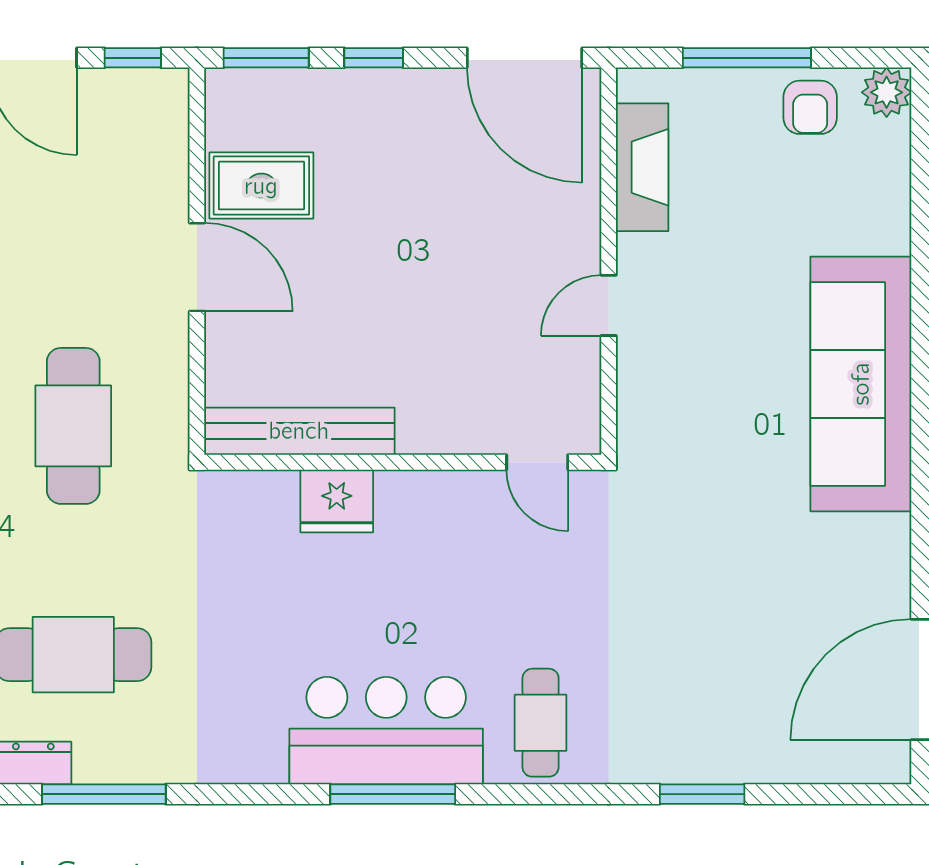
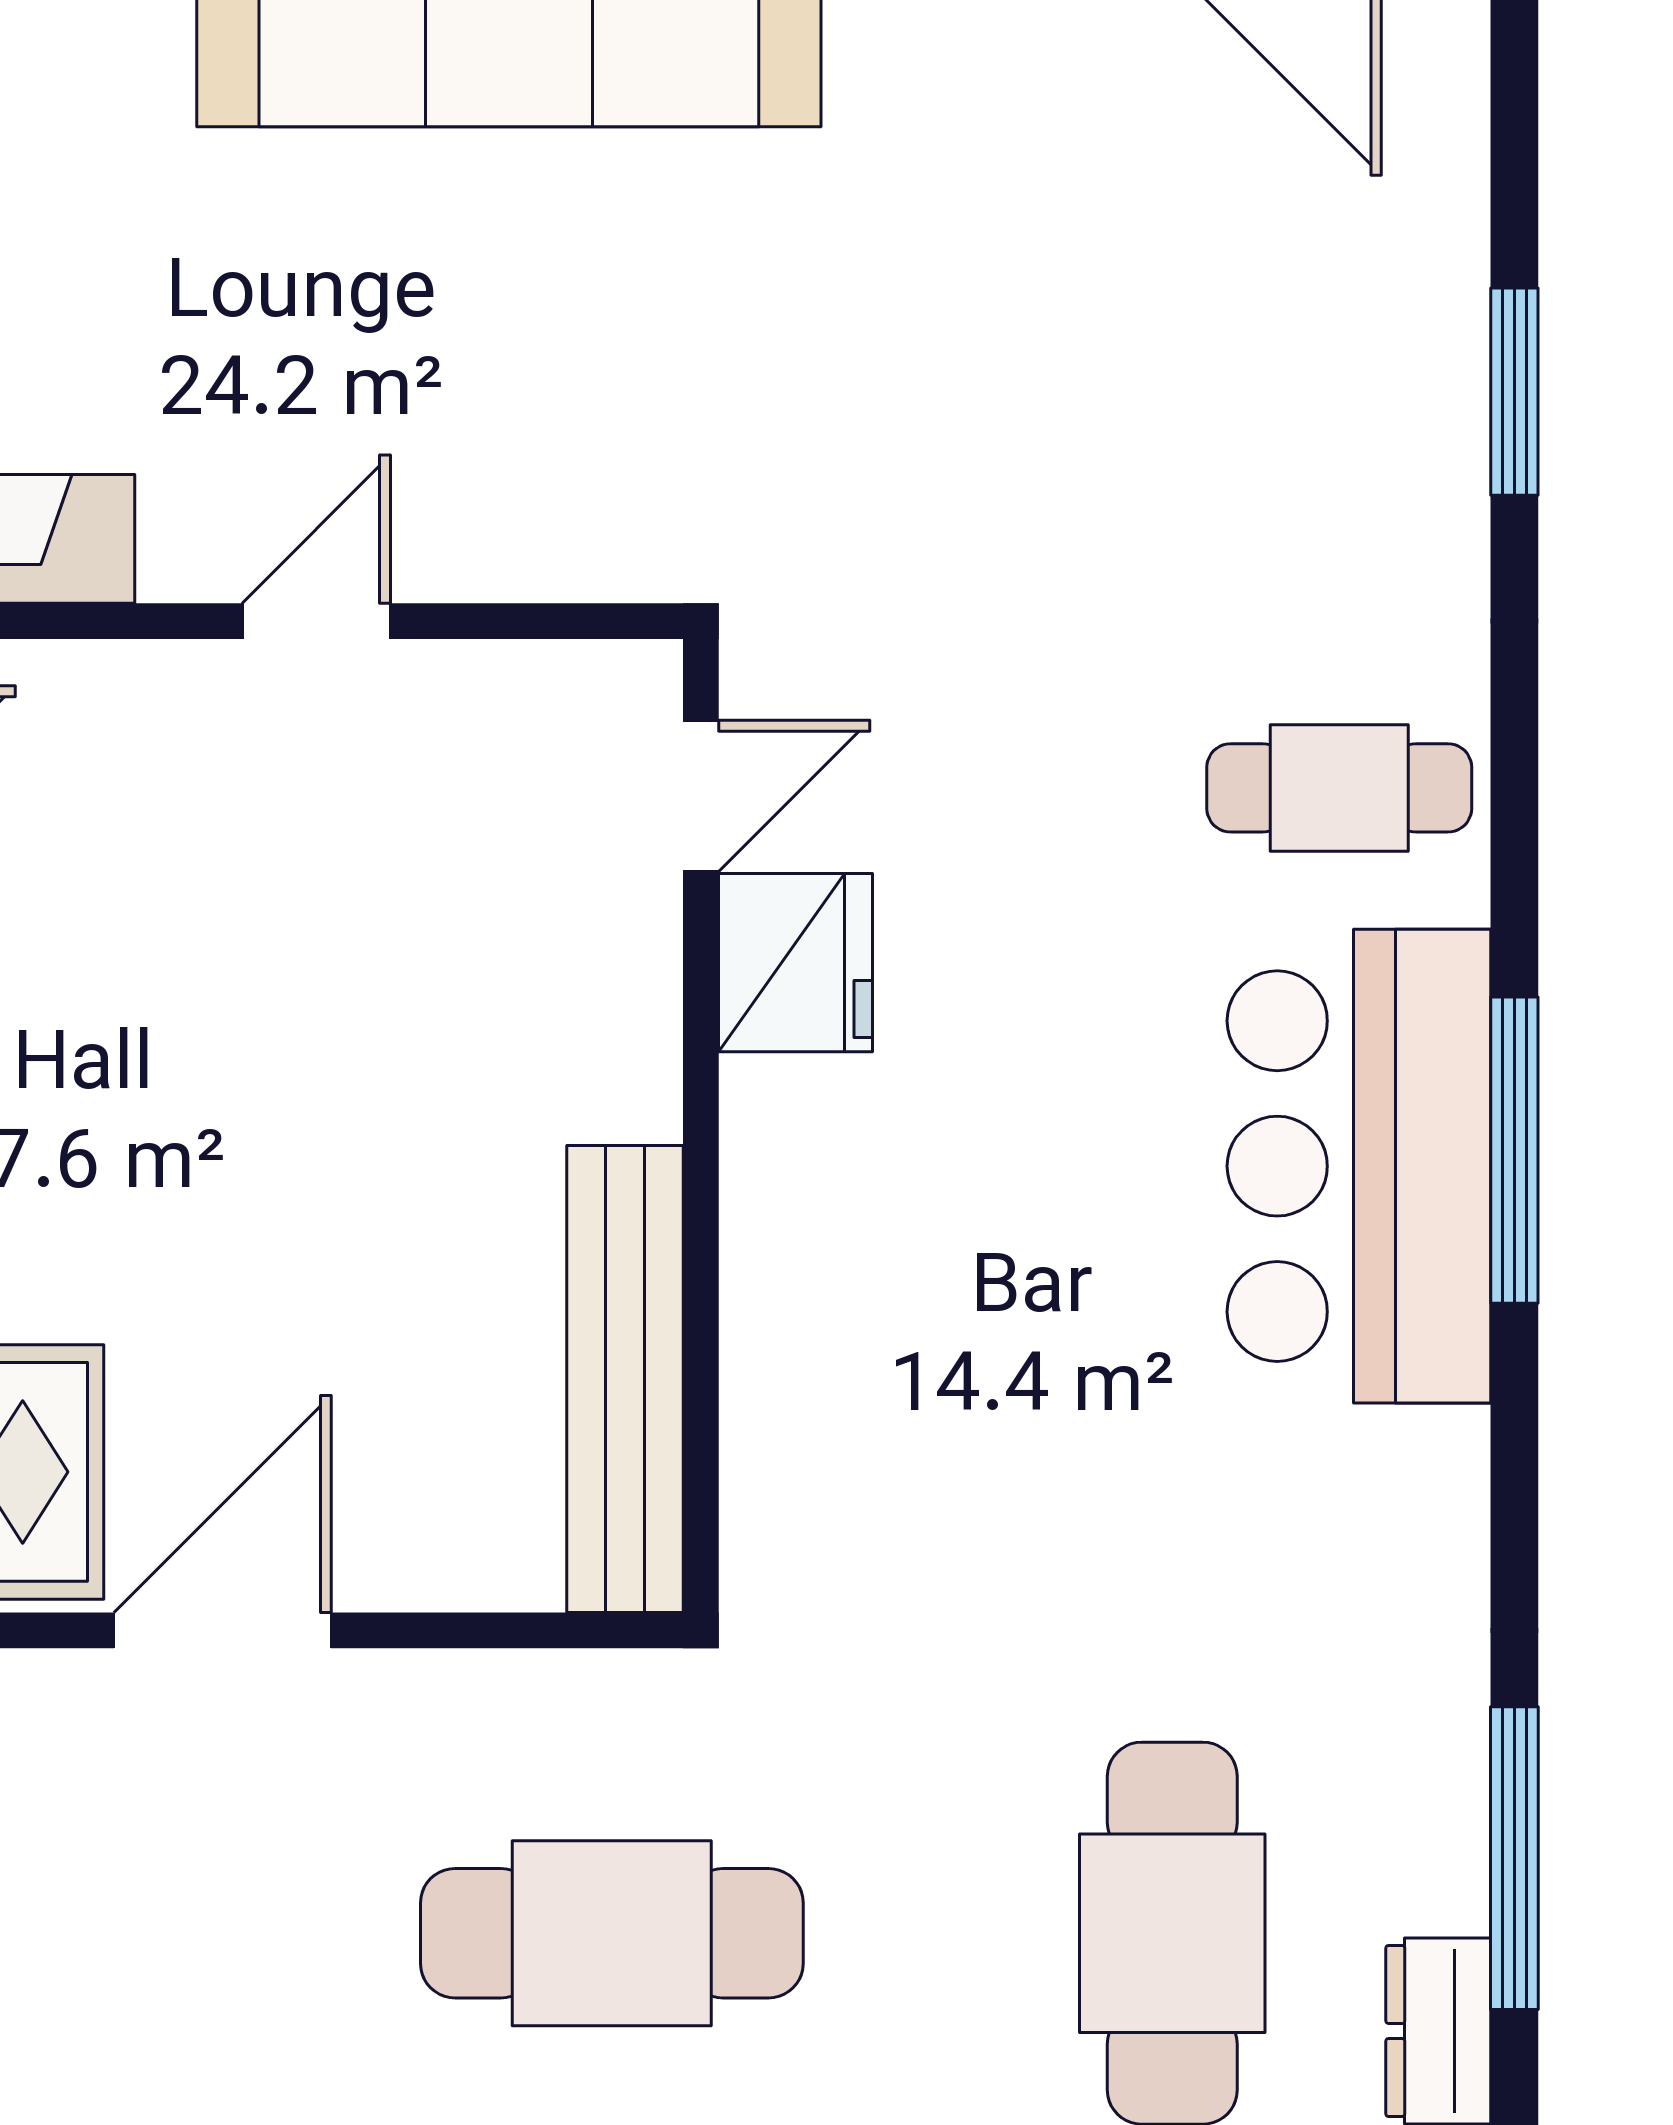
door: (609, 305) -> (316, 621), swing flipped
fridge: (337, 501) -> (796, 963), moved

